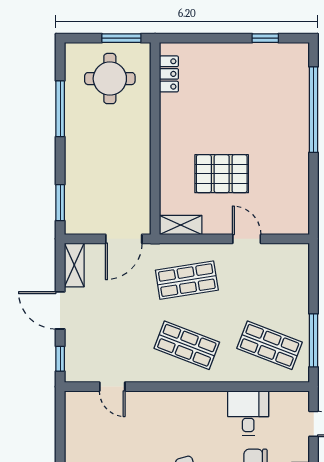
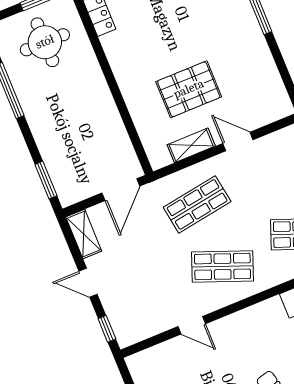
shelving: (181, 225) -> (191, 145), moved
door: (60, 310) -> (88, 283), width x0.73
door: (112, 387) -> (192, 325), moved

